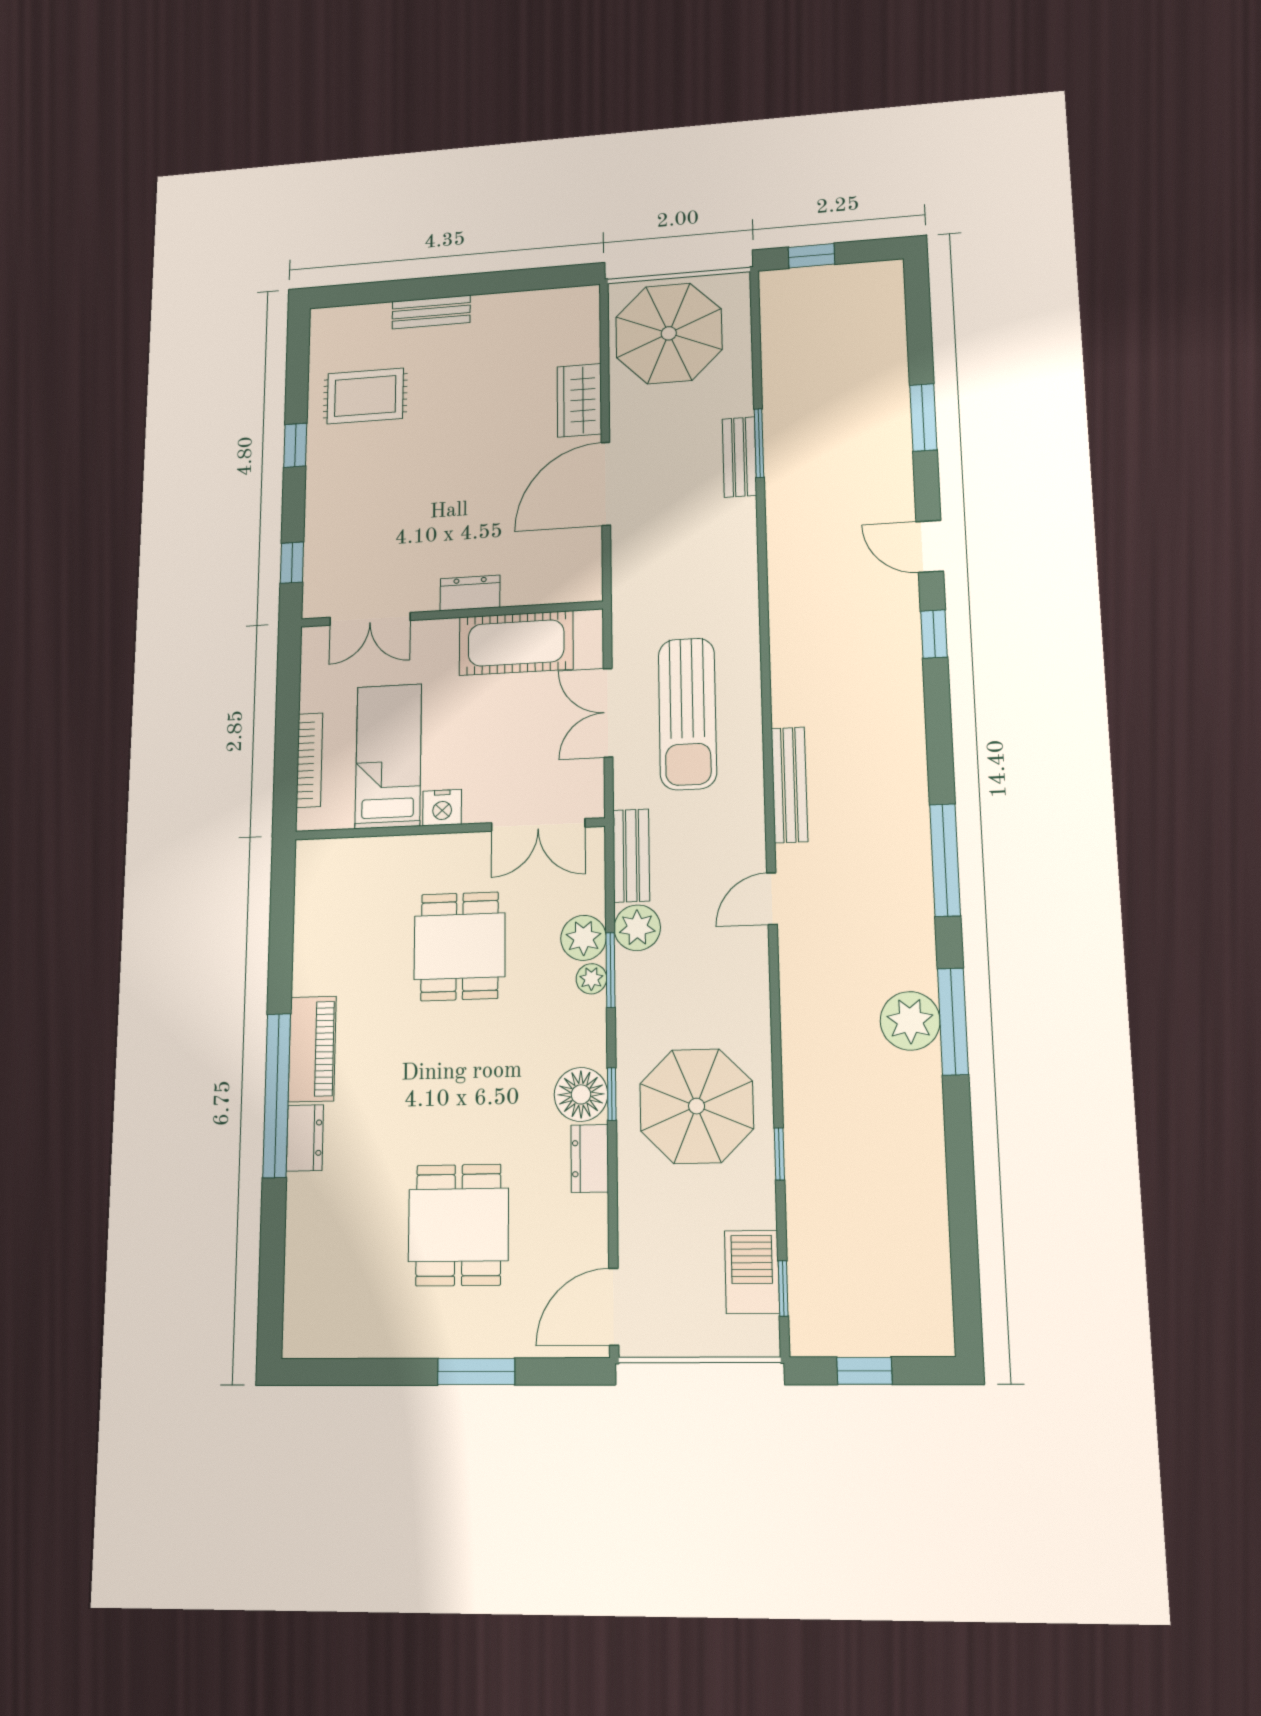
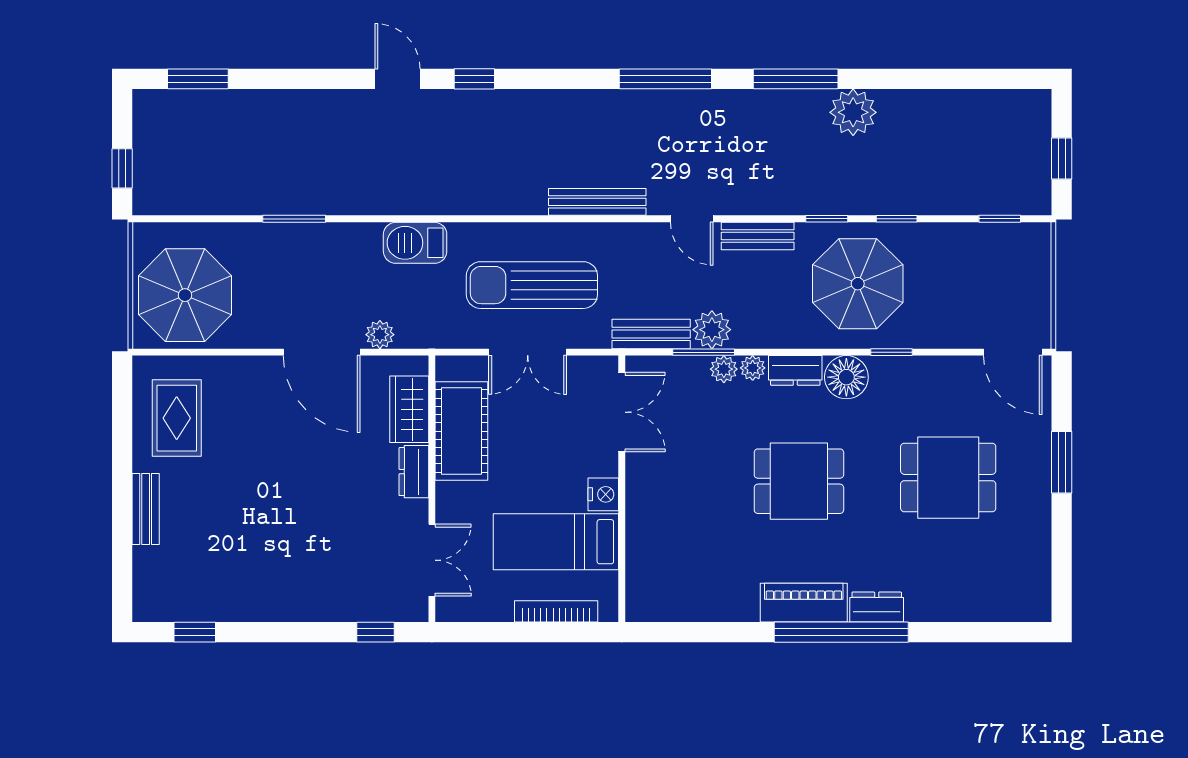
rug: (365, 396) -> (177, 418), moved
wardrobe: (579, 400) -> (409, 409), moved, turned 90
window: (923, 417) -> (198, 79), moved
window: (295, 445) -> (195, 632), moved
bench: (739, 457) -> (758, 236), moved
plant: (627, 546) -> (380, 335), added
door: (930, 546) -> (398, 79), swing flipped
sun lounger: (687, 714) -> (532, 285), turned 180
plant: (584, 938) -> (724, 369), width x0.73, depth x0.73
dining table: (460, 946) -> (799, 481), moved
window: (611, 970) -> (704, 352), moved
plant: (910, 1021) -> (853, 112), moved
window: (777, 1065) -> (827, 219), added
window: (612, 1094) -> (891, 352), moved
dresser: (590, 1158) -> (795, 370), moved
barbecue: (752, 1272) -> (415, 243), moved

